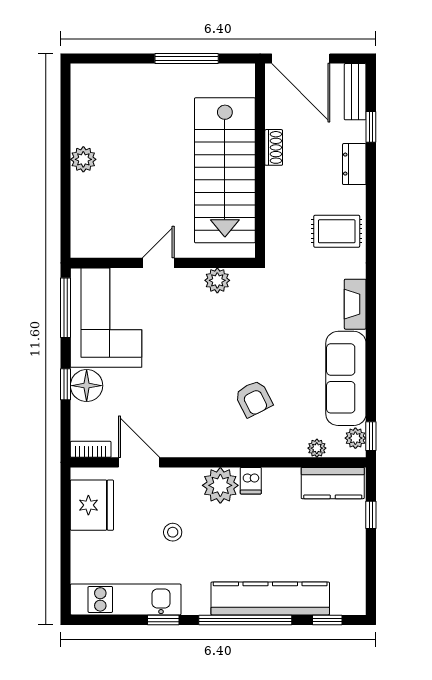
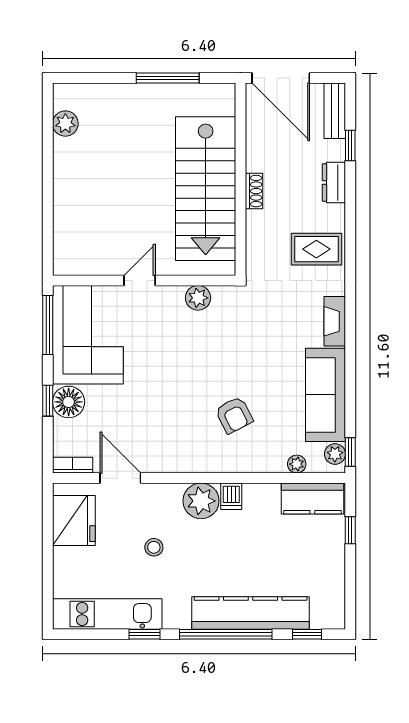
shoe rack: (274, 147) -> (254, 191), moved
plant: (83, 159) -> (65, 124), moved

